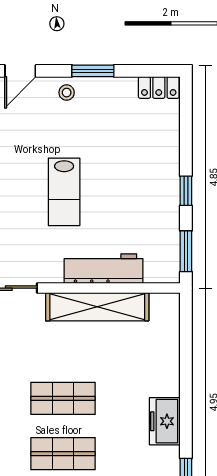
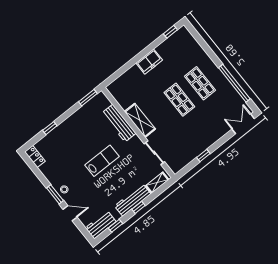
window: (93, 71) -> (55, 194), moved
window: (186, 191) -> (50, 128), moved
shelving: (97, 307) -> (140, 120), width x0.68
freezer: (165, 421) -> (149, 62), moved

